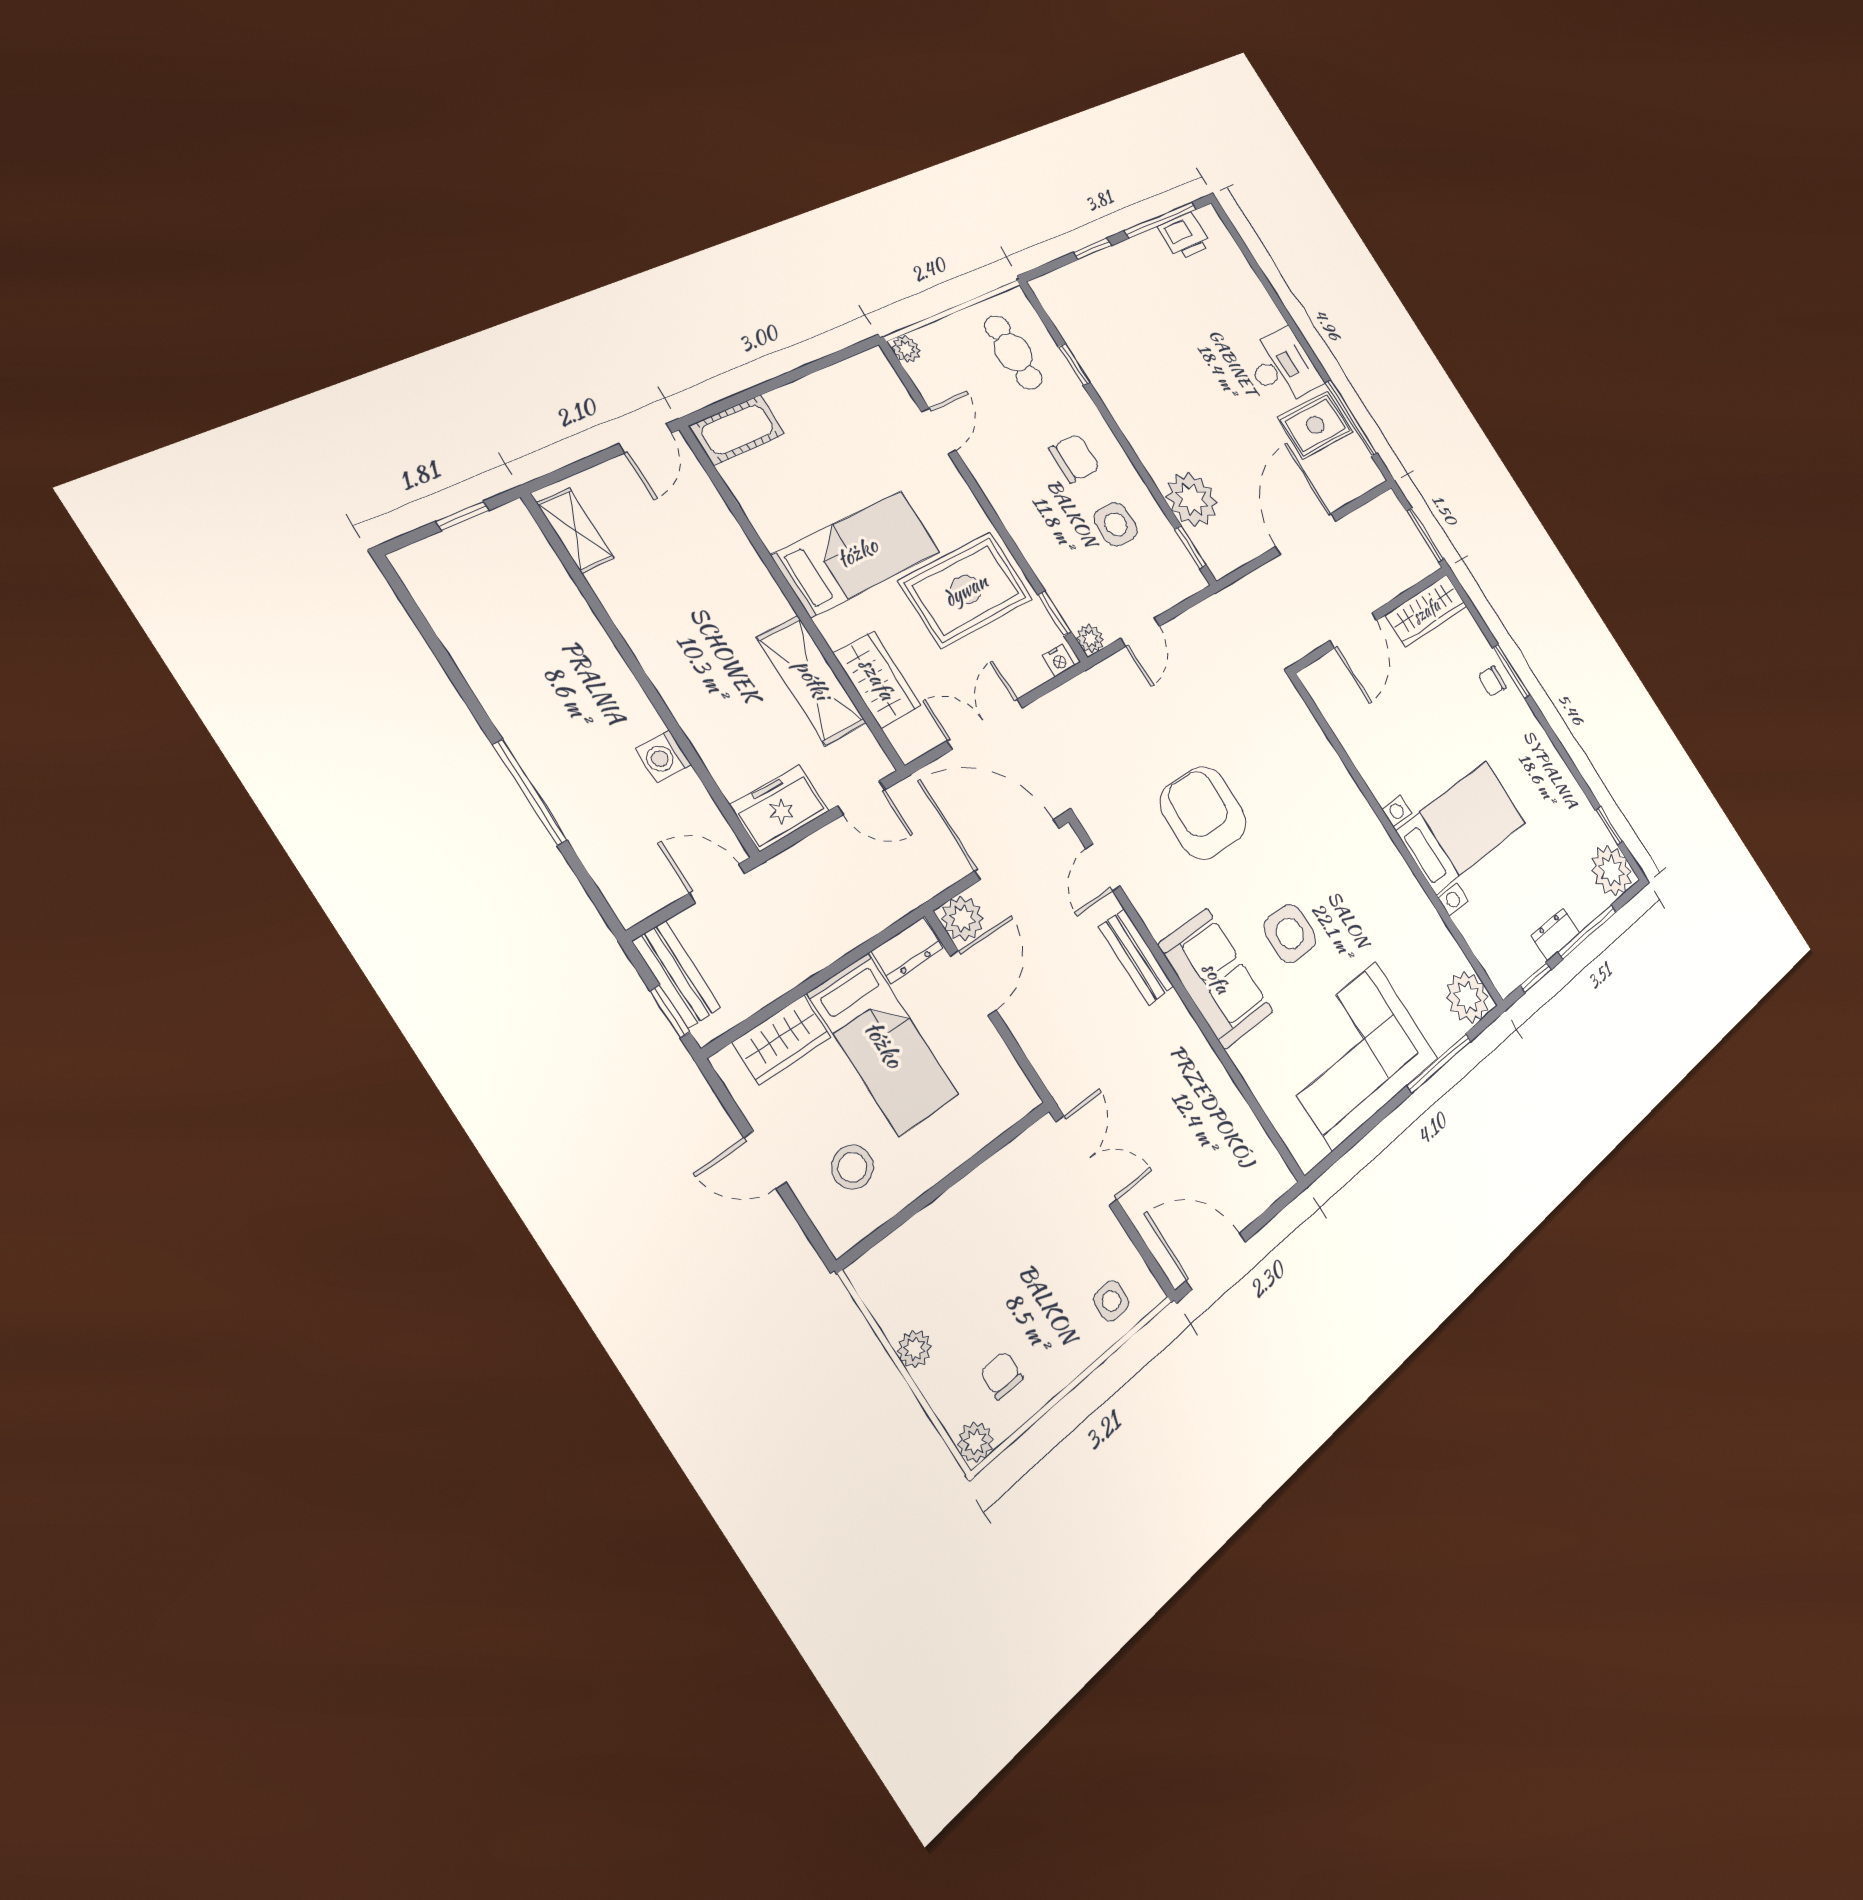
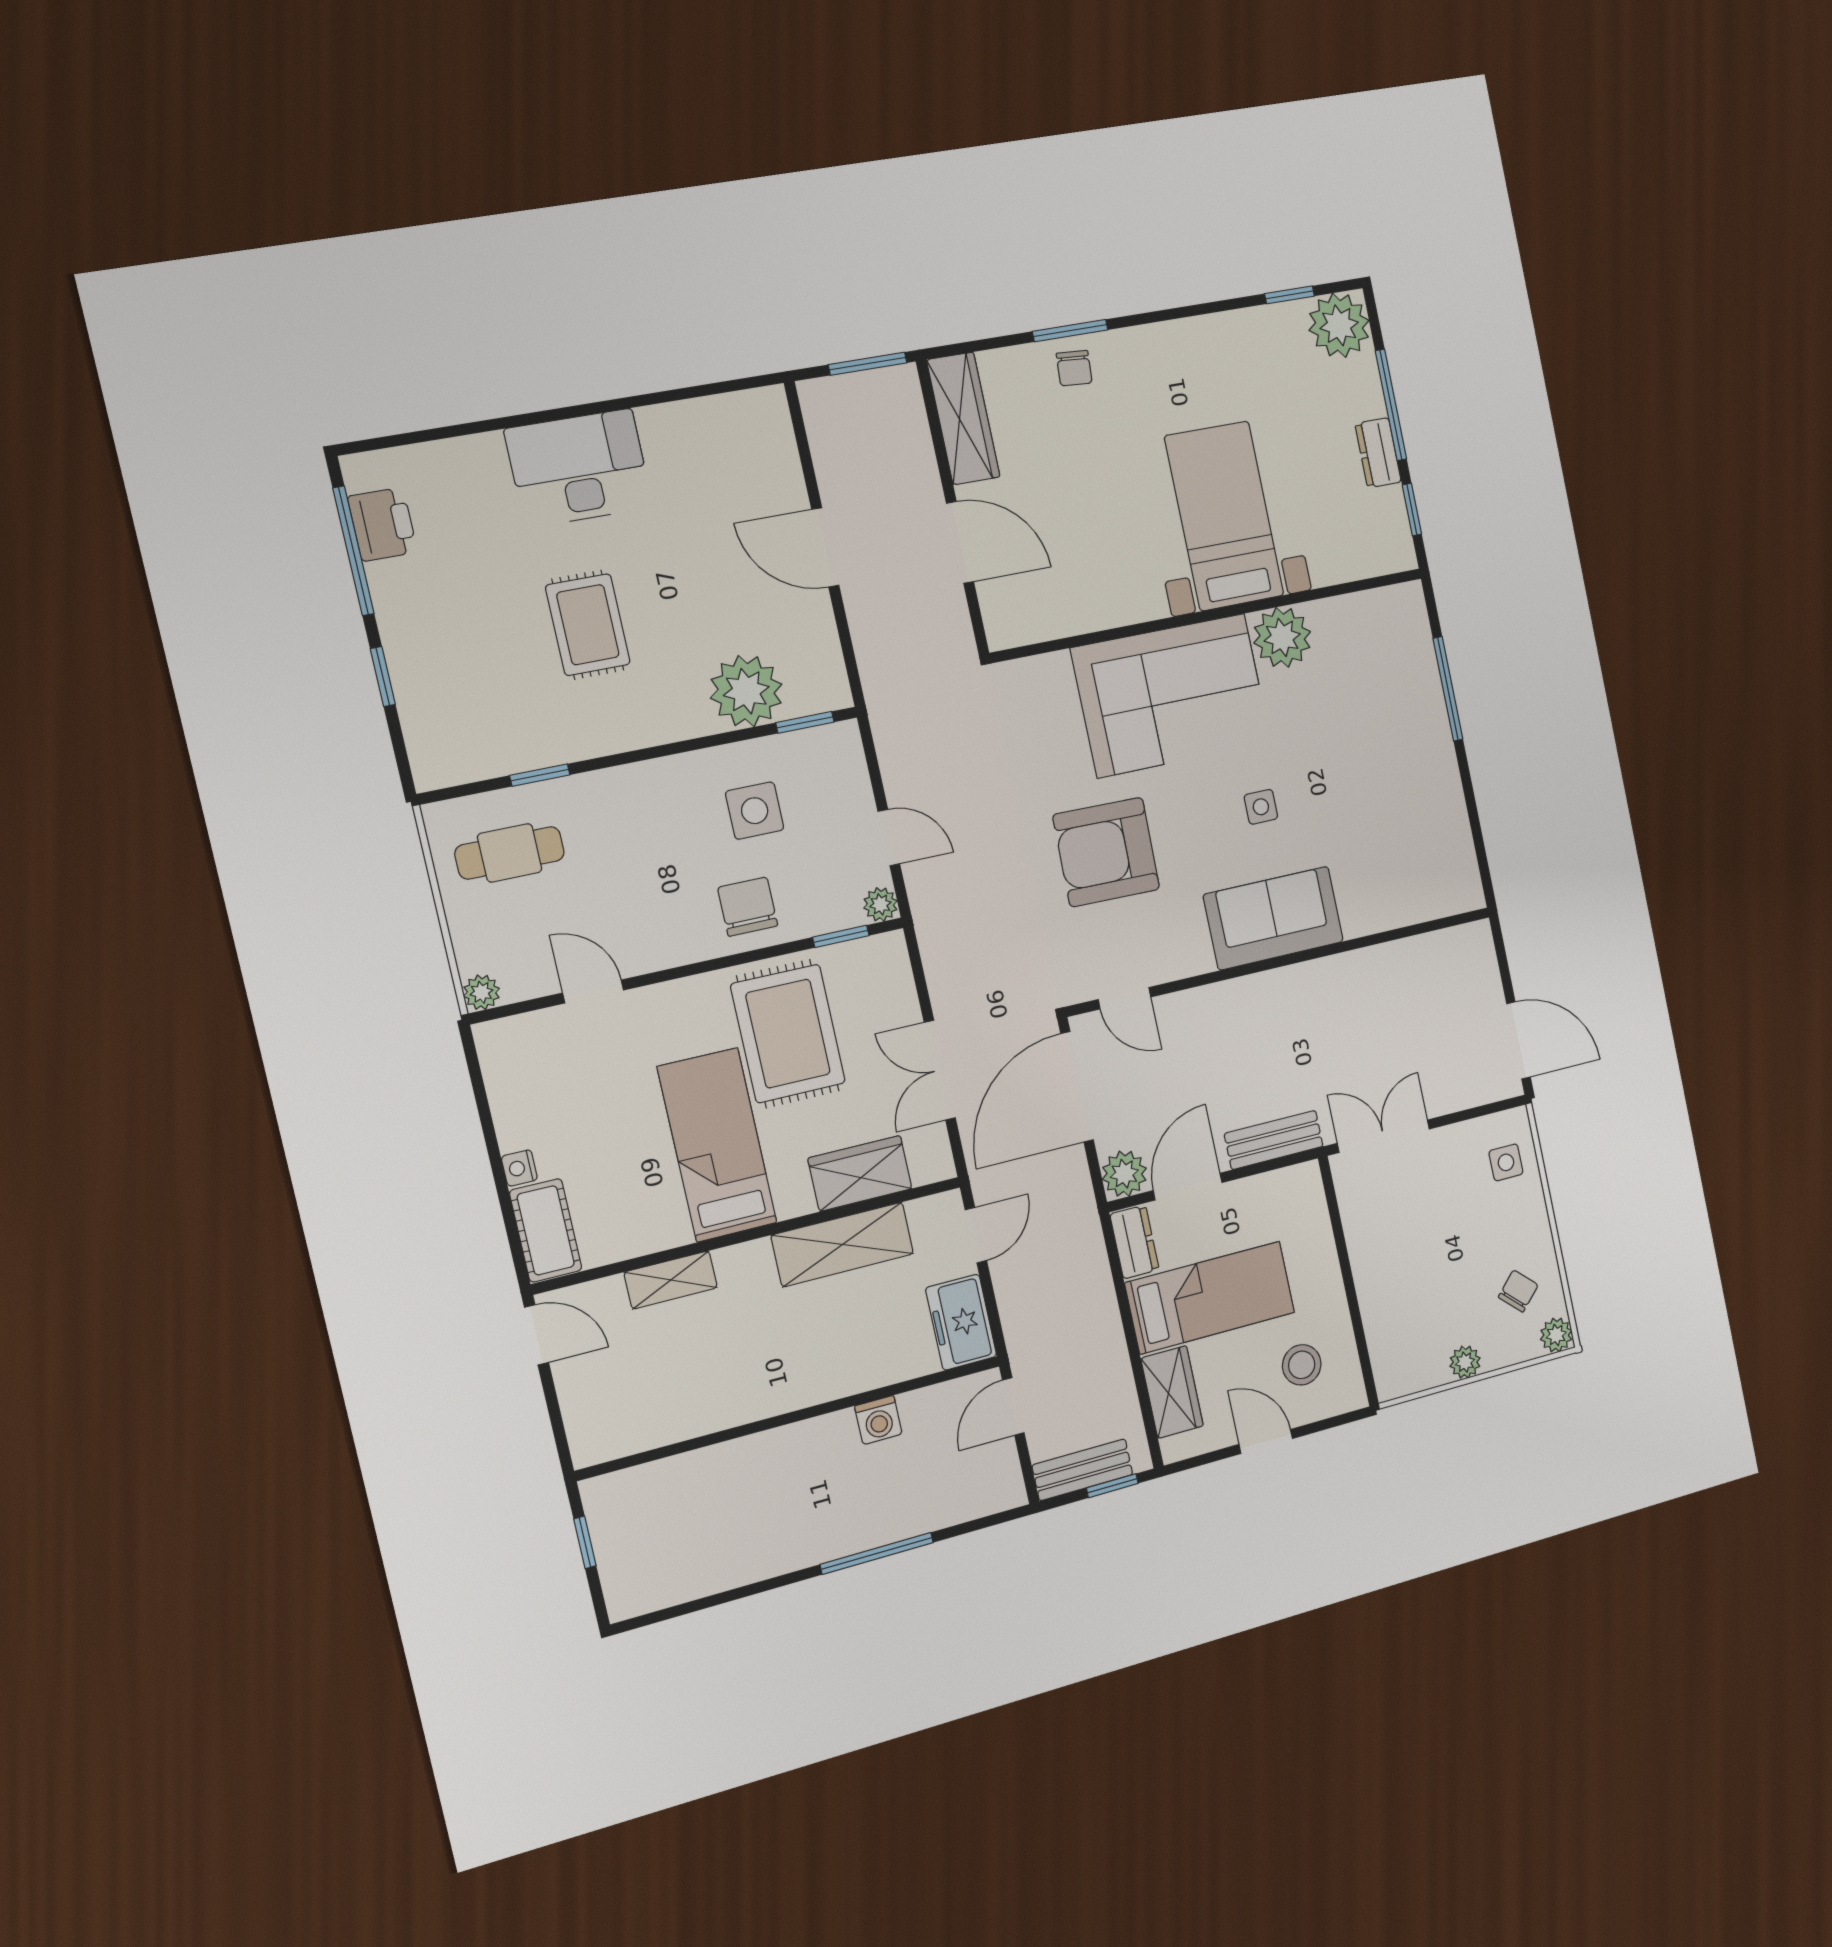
desk: (1282, 367) -> (579, 468), width x1.37
window: (1351, 418) -> (687, 393), removed
rug: (1315, 425) -> (588, 625), moved
chair: (1074, 458) -> (748, 907), moved
shelving: (575, 531) -> (671, 1280), moved
door: (1306, 534) -> (825, 547), width x0.73
nightstand: (1059, 660) -> (519, 1168), moved, turned 180
side table: (1290, 934) -> (1261, 807), width x0.54, depth x0.54
bench: (1136, 957) -> (1274, 1140), moved
door: (973, 983) -> (1188, 1187), hinge flipped
plant: (1468, 997) -> (1282, 637), moved
corner sofa: (1355, 1055) -> (1171, 695), moved, turned -90
door: (765, 1160) -> (1266, 1441), swing flipped
door: (1216, 1261) -> (1518, 1041), swing flipped
chair: (1002, 1375) -> (1518, 1291), turned 134

